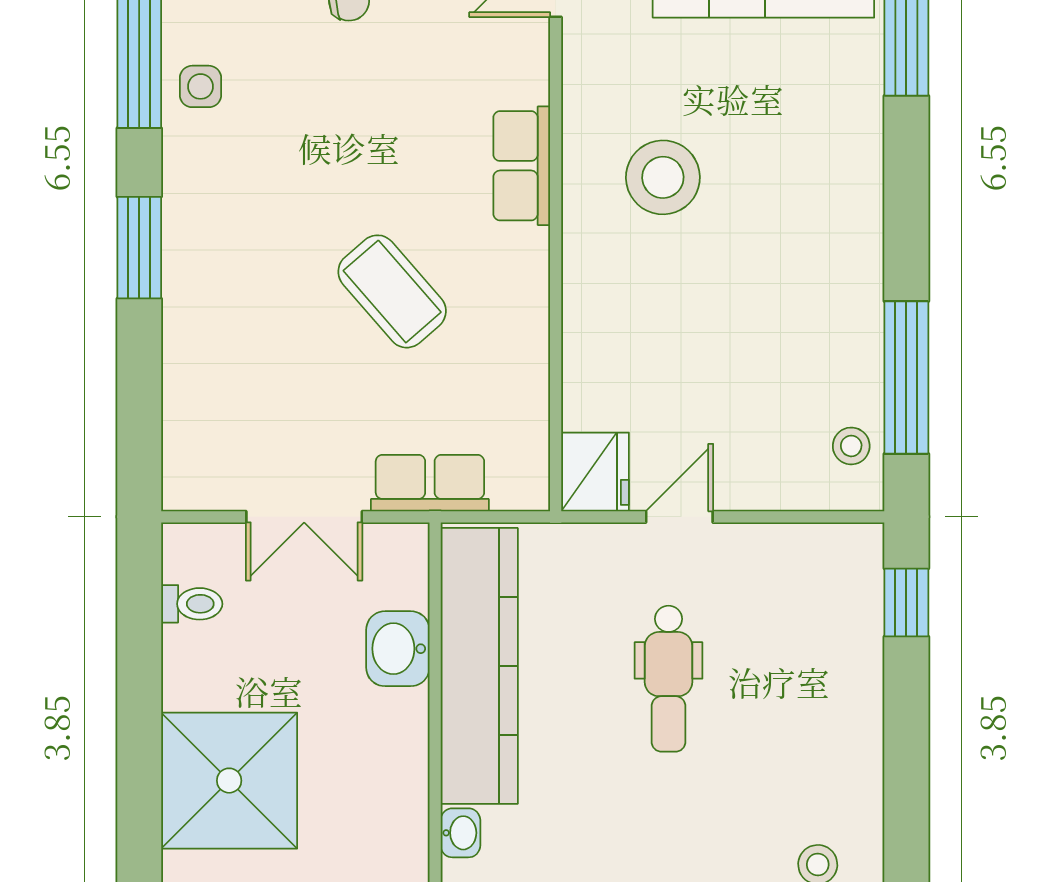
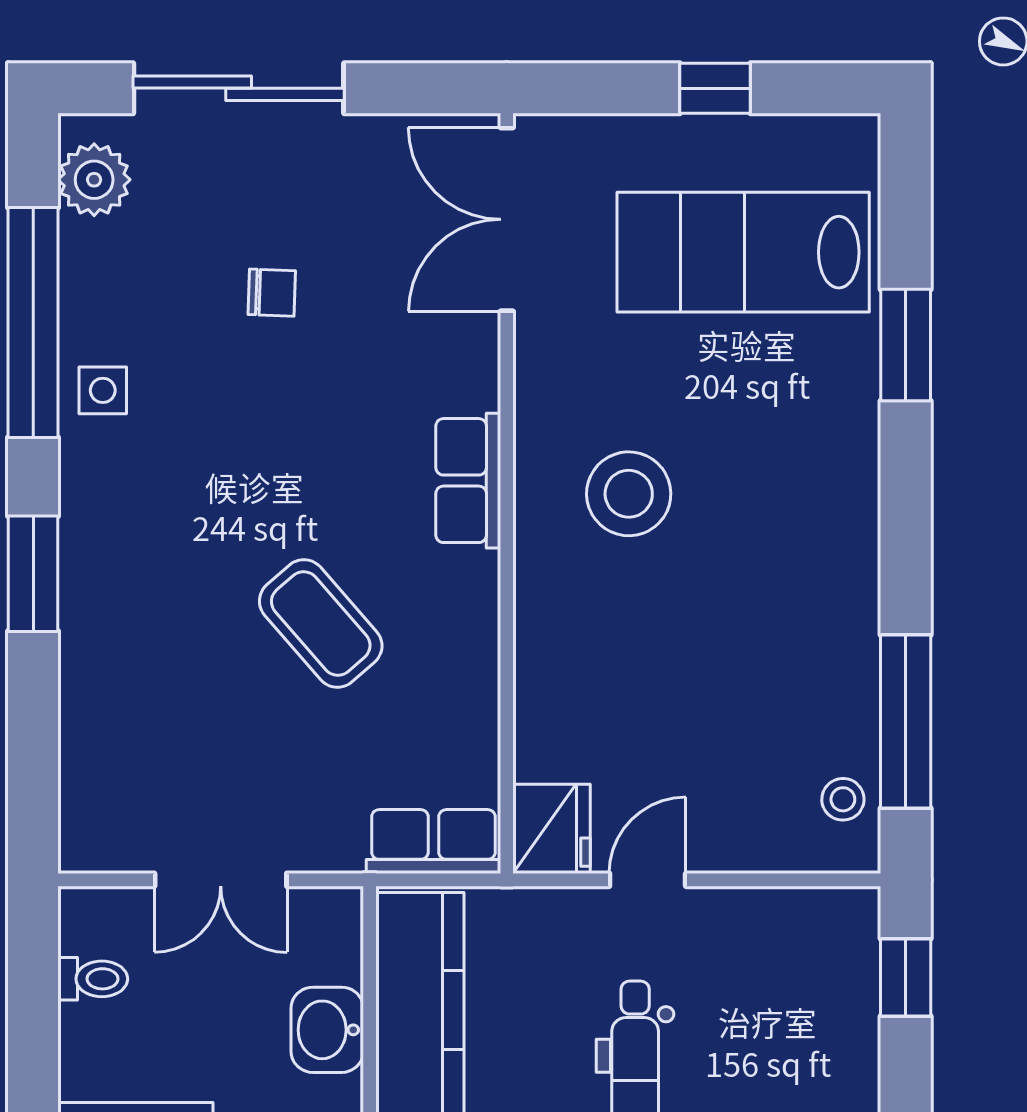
row of seats: (430, 483) -> (433, 842), moved

